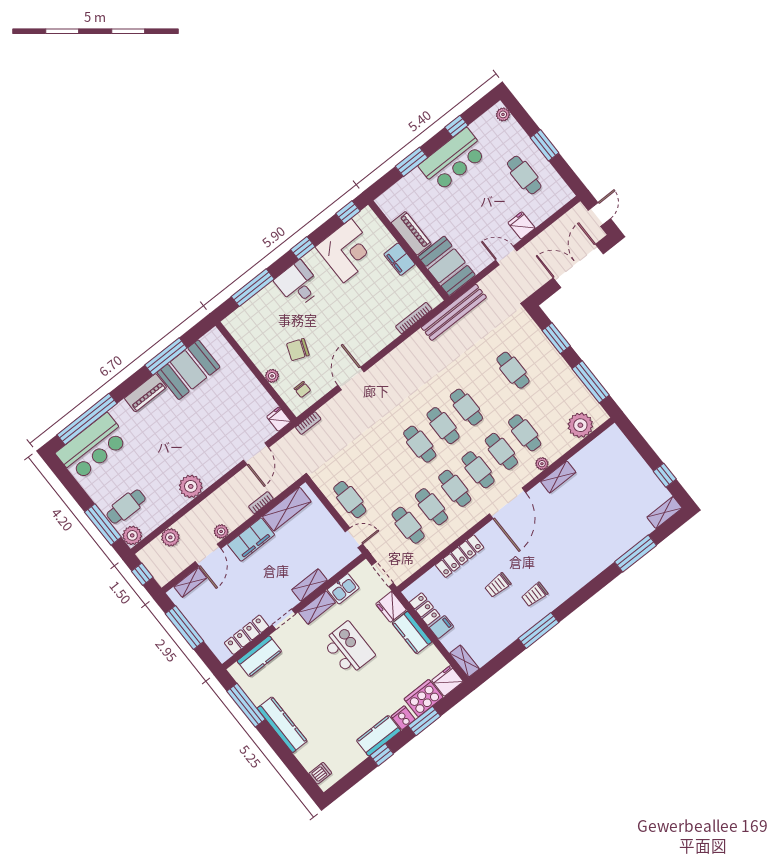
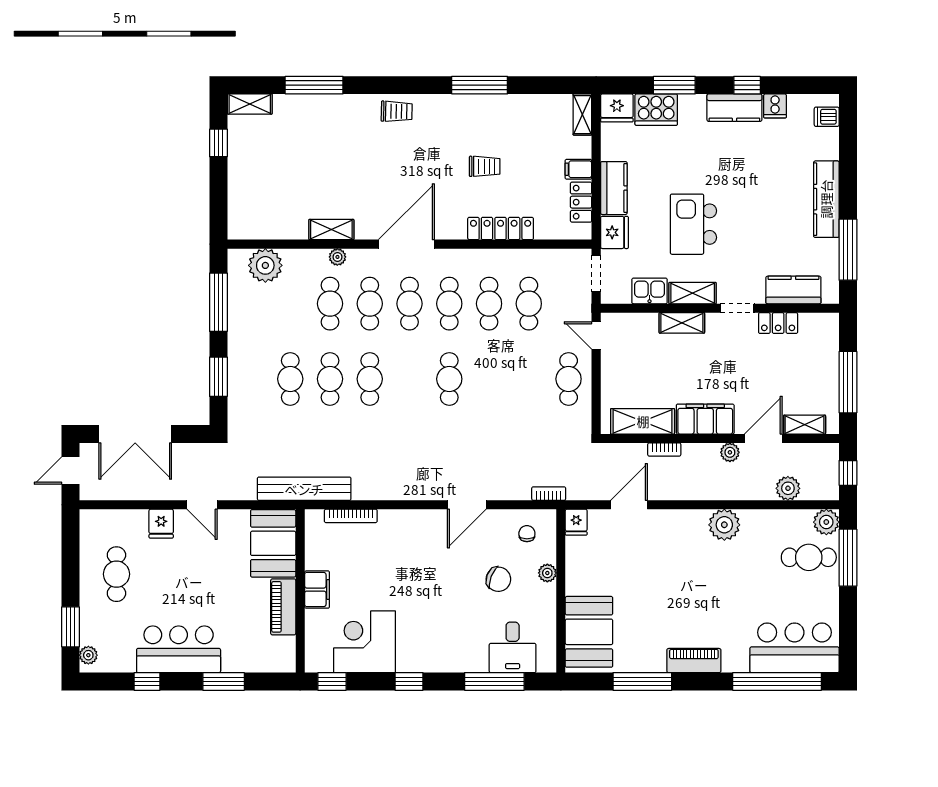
window: (545, 145) -> (70, 627), moved
desk: (298, 284) -> (513, 647), moved
booth: (189, 370) -> (589, 632), moved, turned 90
cafe table: (443, 426) -> (330, 379), moved
trolley: (535, 595) -> (397, 111), moved
locker: (247, 635) -> (778, 323), width x0.66
cooker: (403, 718) -> (775, 106), moved

